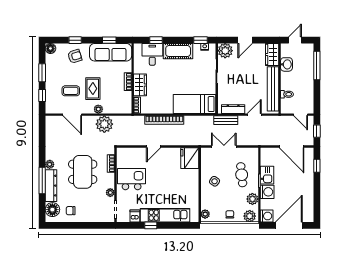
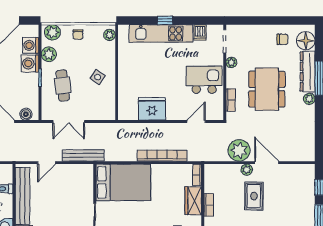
coffee table: (71, 91) -> (282, 193), removed
bed: (194, 104) -> (123, 182), width x1.50
dresser: (233, 109) -> (74, 170), removed
door: (72, 115) -> (267, 163), moved
bench: (226, 120) -> (83, 155), width x1.36
door: (153, 147) -> (196, 122), moved
double door: (224, 147) -> (69, 122), moved
boiler: (270, 152) -> (26, 114), added
fridge: (190, 158) -> (152, 109), moved, turned -90
kitchen sink: (267, 175) -> (30, 85), removed
kitchen island: (132, 179) -> (204, 80), turned 180
washing machine: (267, 216) -> (31, 45), moved
window: (151, 225) -> (165, 20), moved

